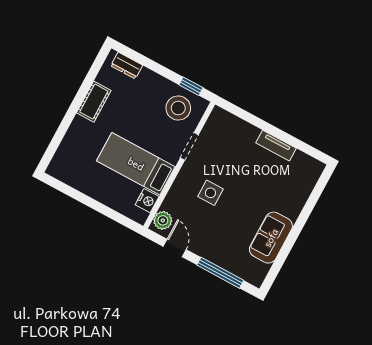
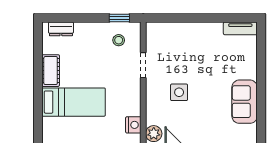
stool: (178, 108) -> (119, 40), width x0.53, depth x0.53
tv unit: (276, 146) -> (240, 28), moved
bed: (136, 164) -> (74, 102), moved, turned 180

